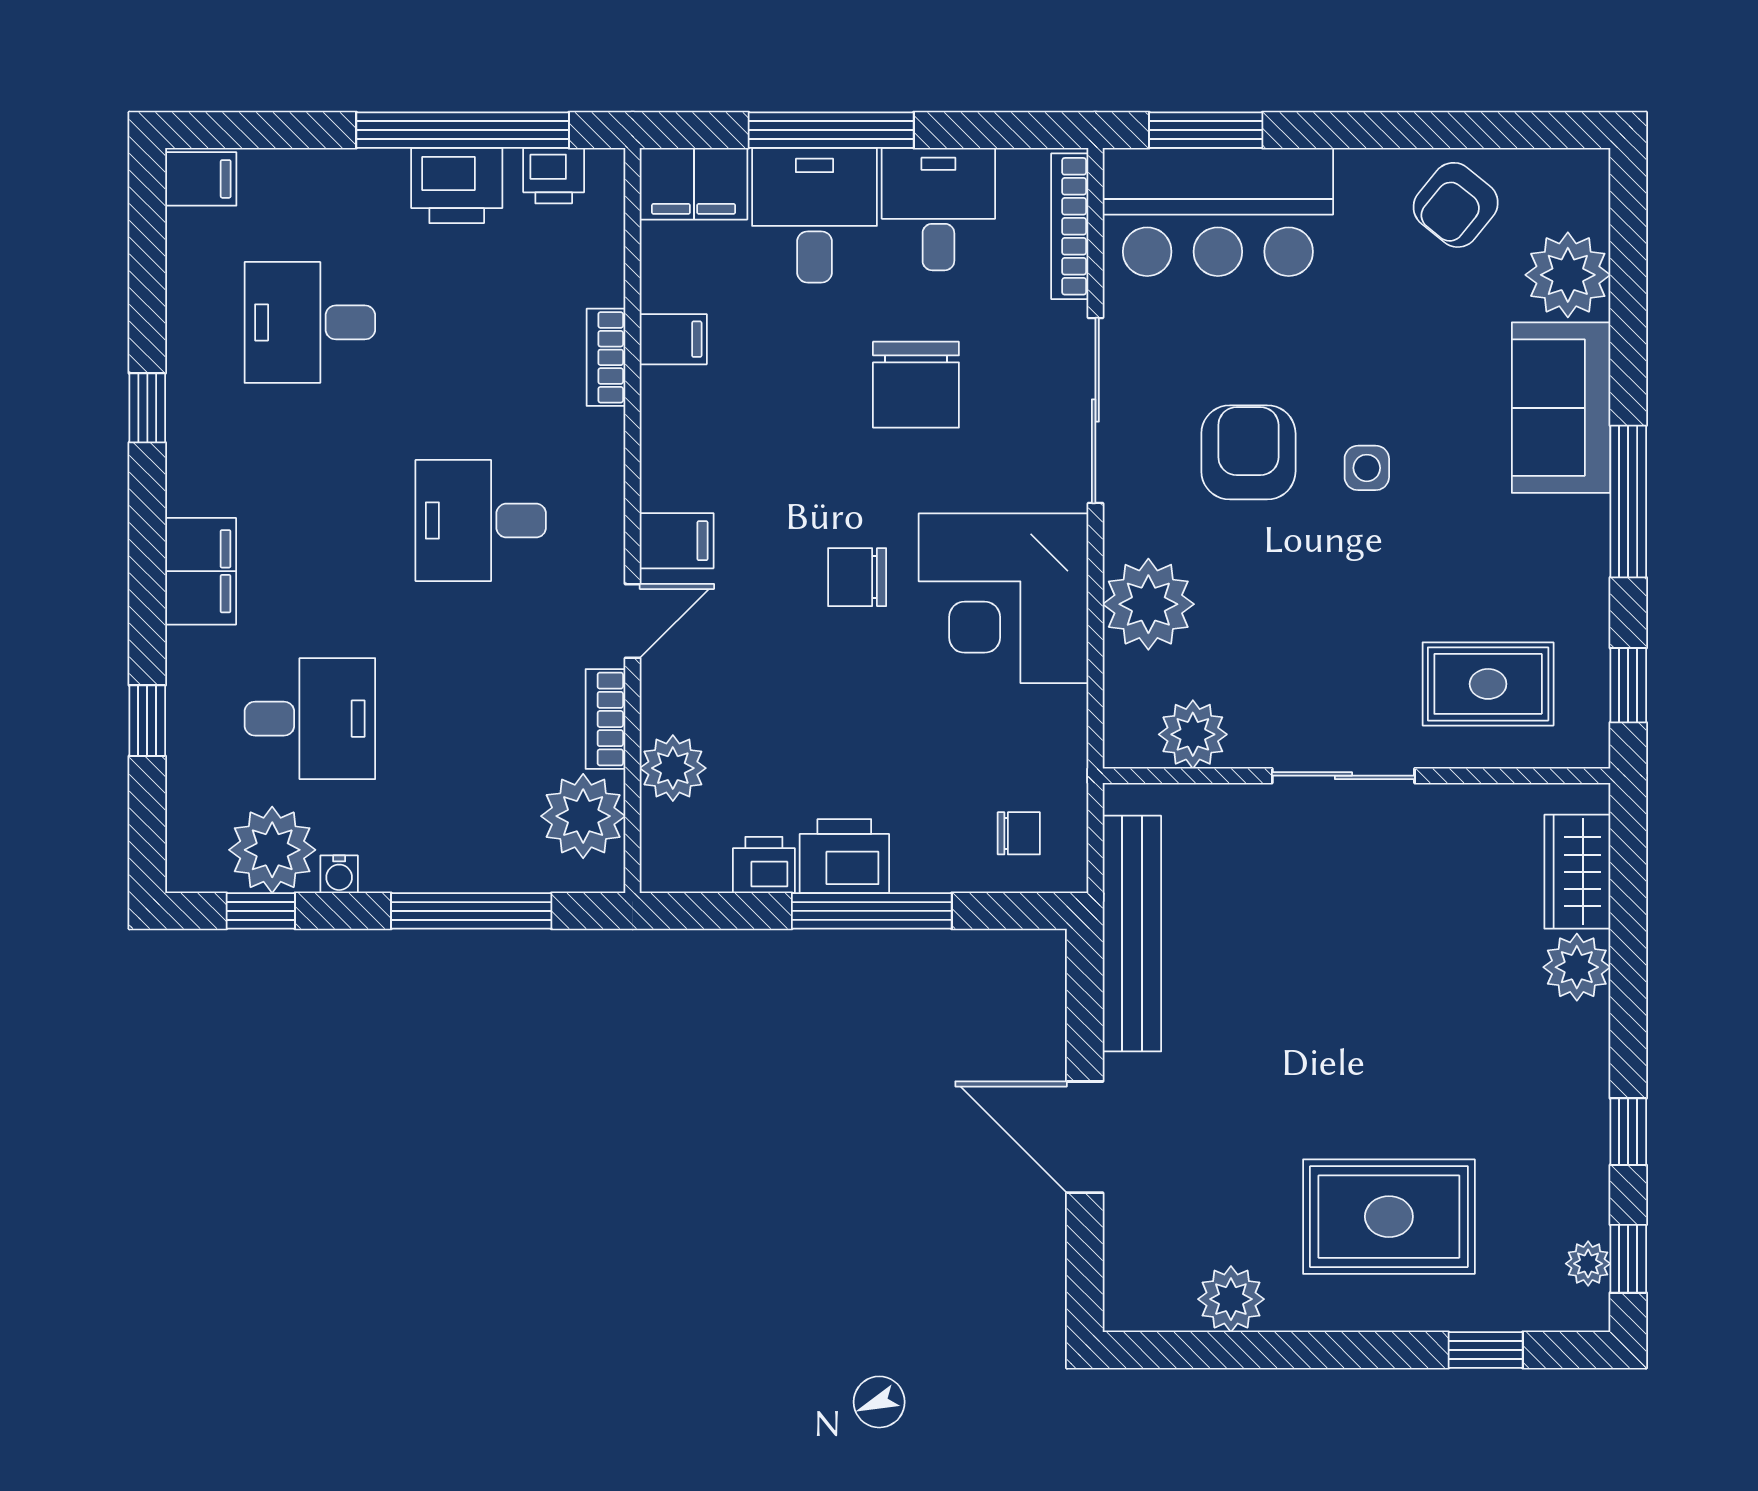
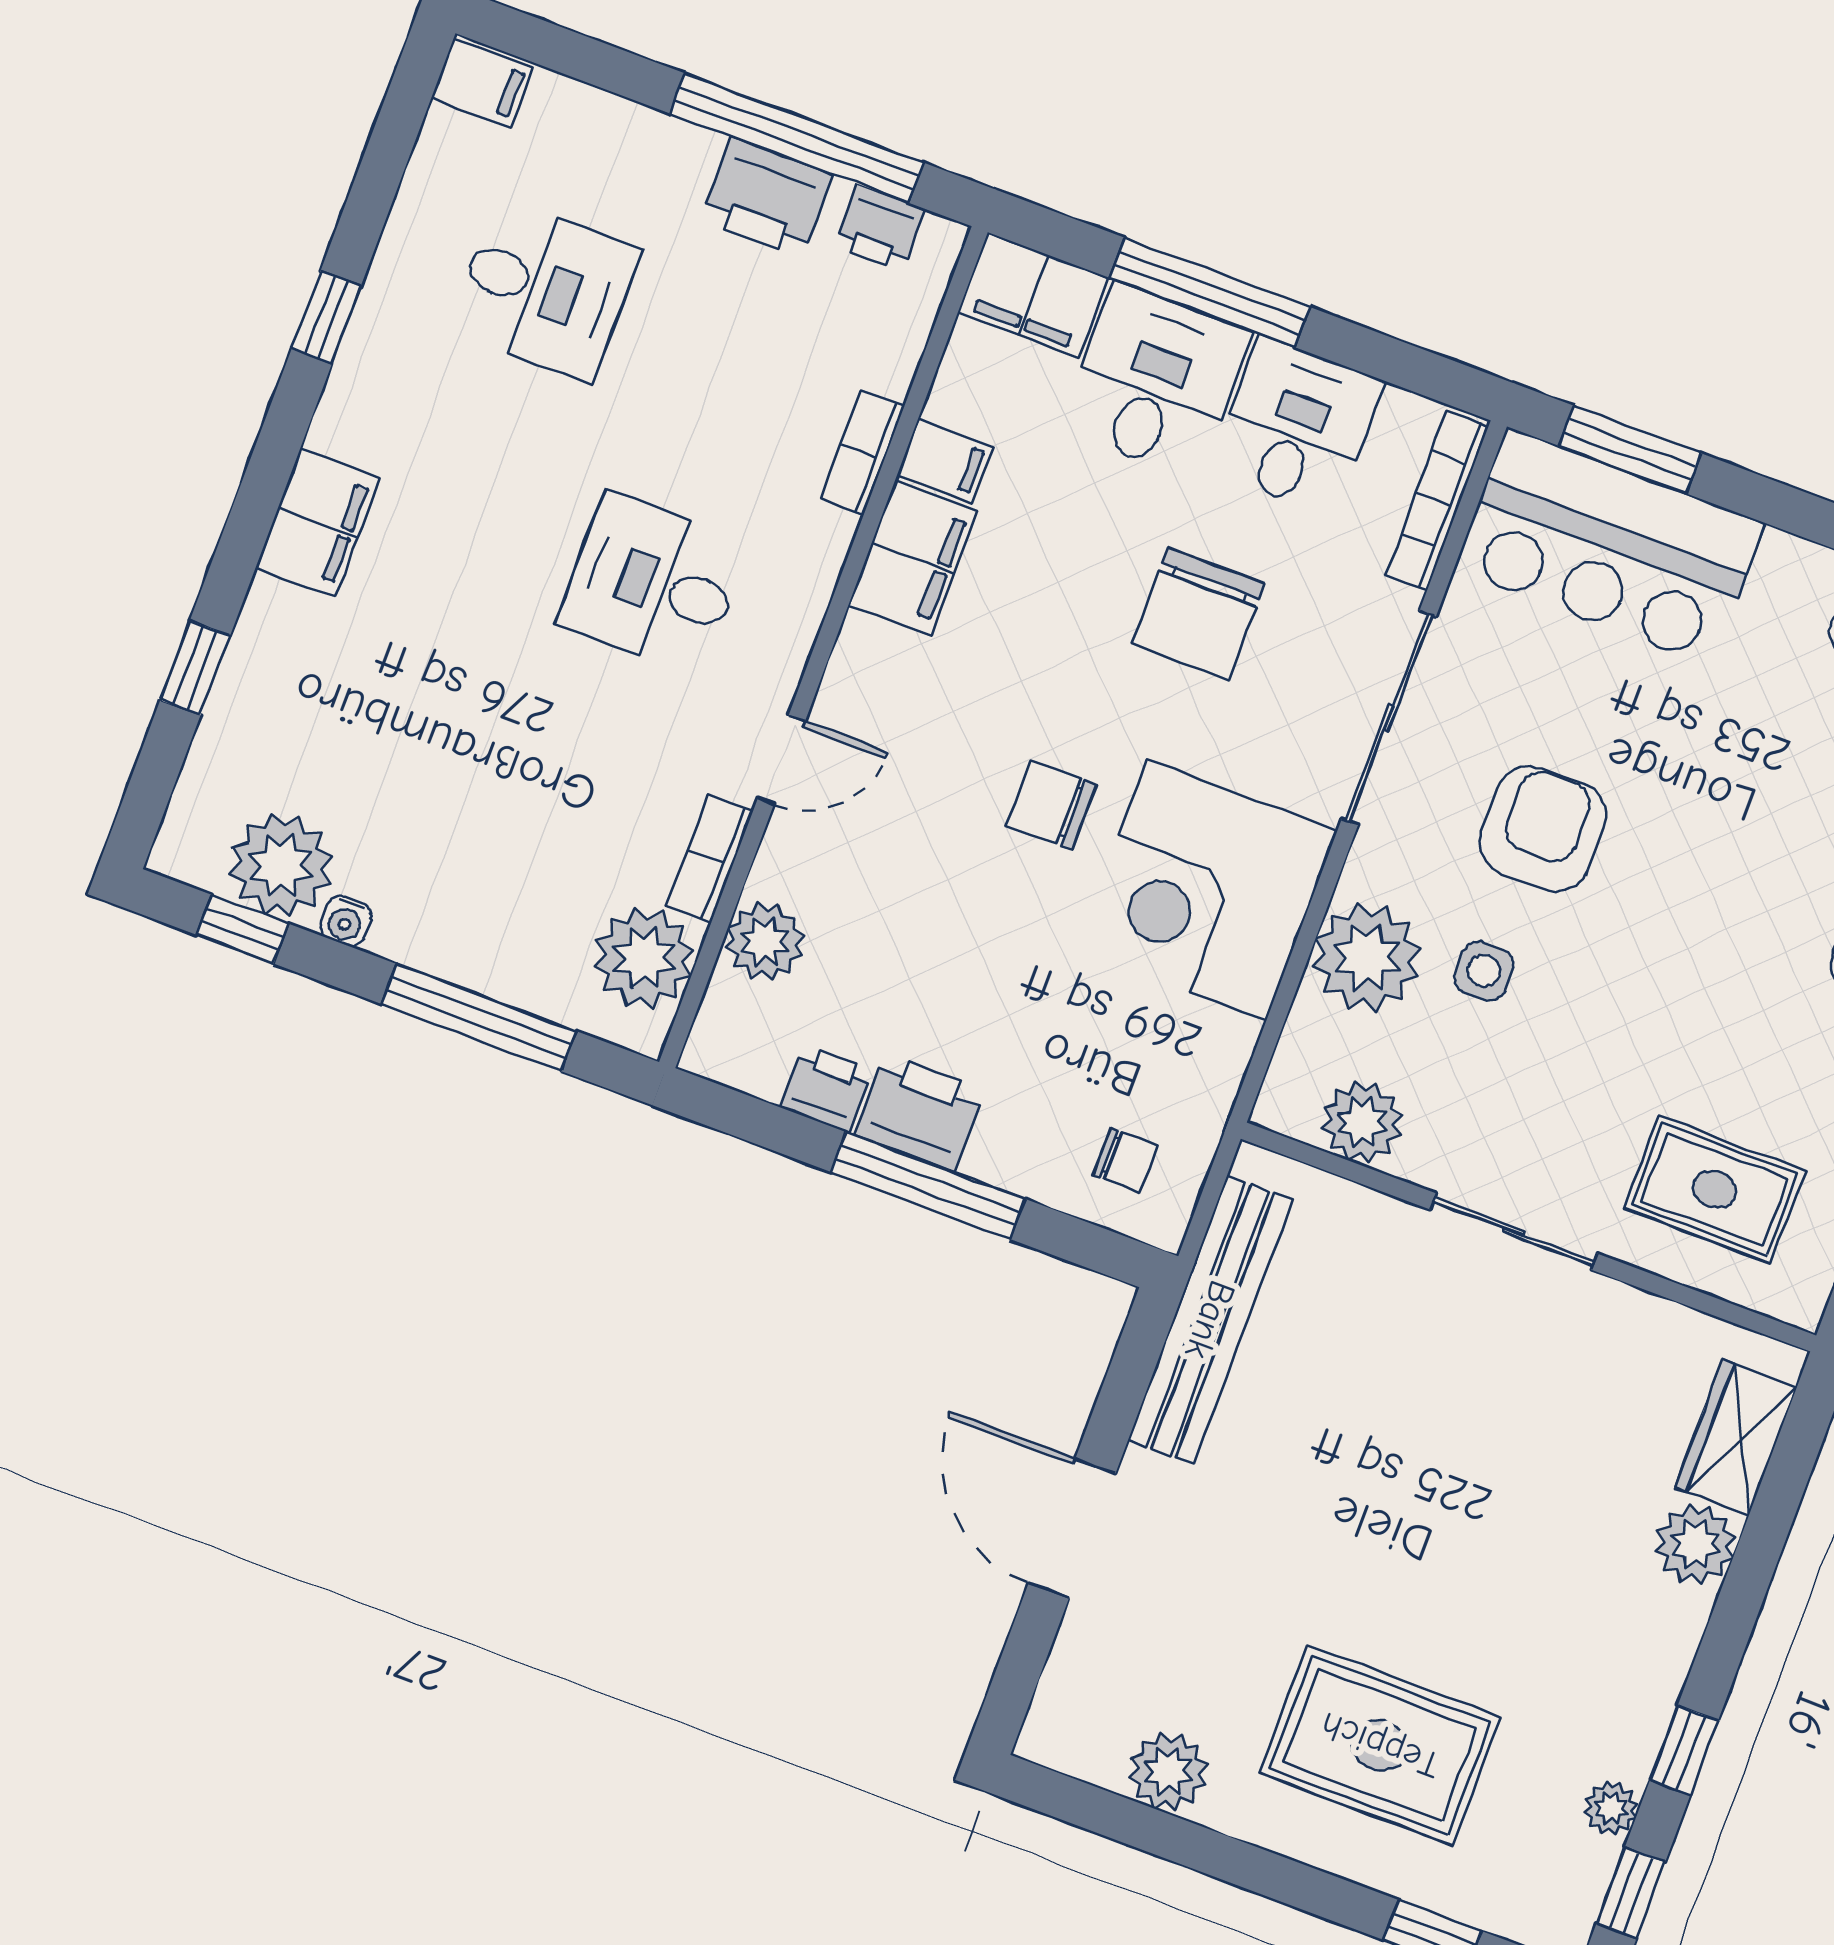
desk: (310, 322) -> (545, 290), turned 180
side table: (1367, 468) -> (1484, 971), moved
filing cabinet: (677, 541) -> (913, 558), moved, width x2.00
desk: (310, 719) -> (378, 734), removed
plant: (1588, 1264) -> (1611, 1808), moved

